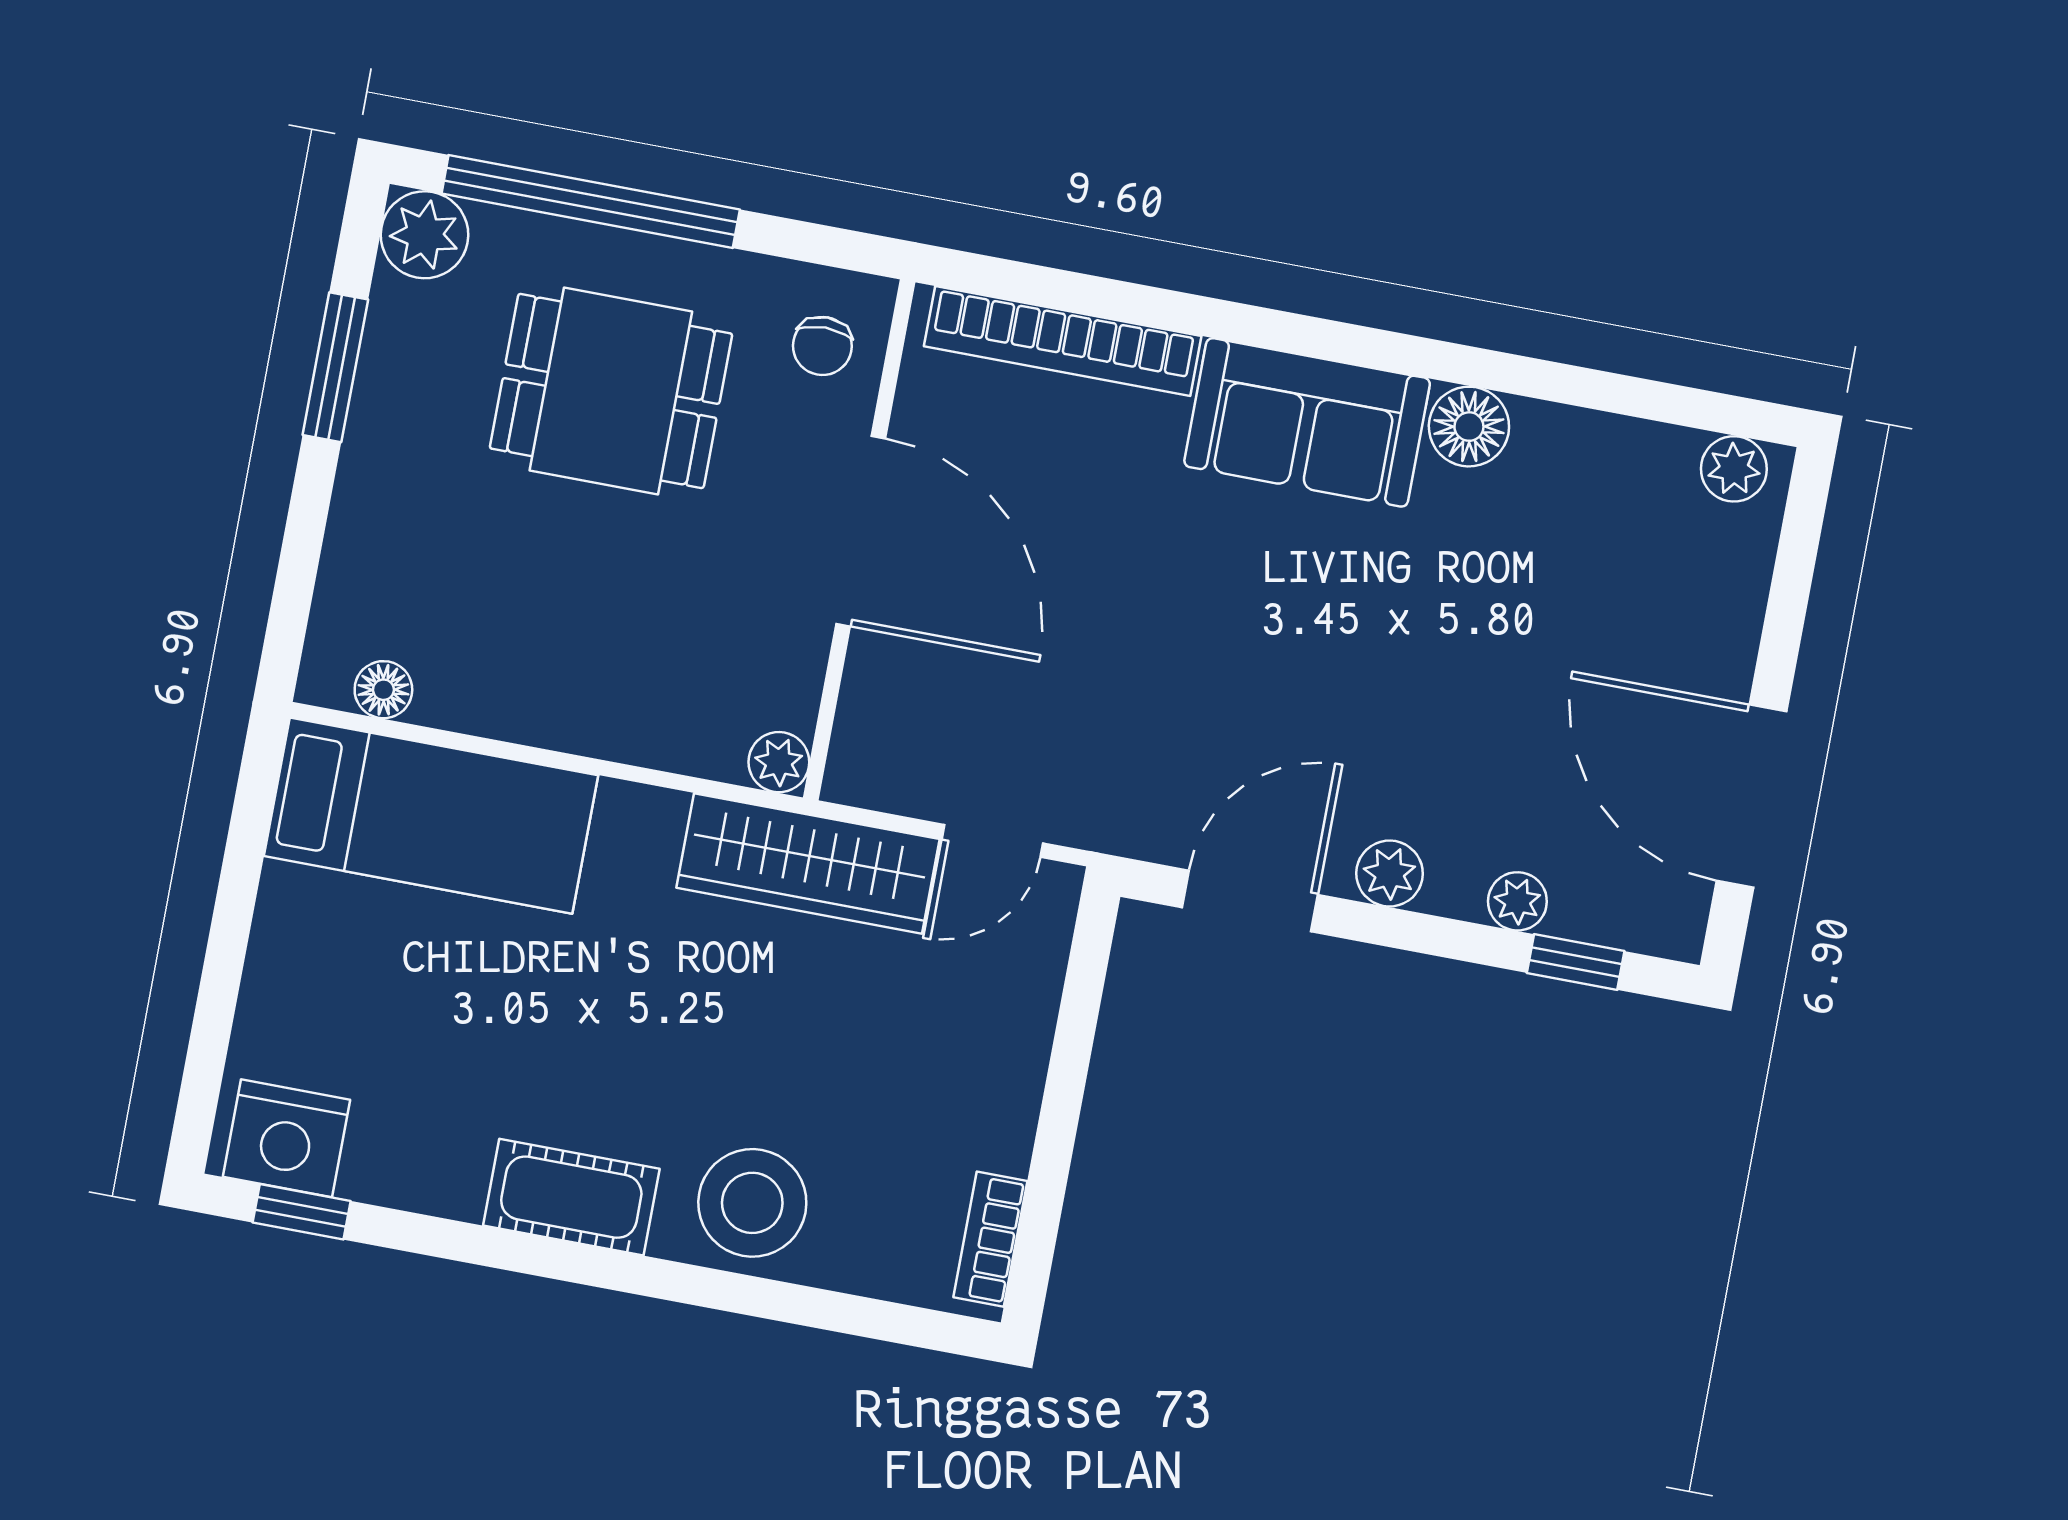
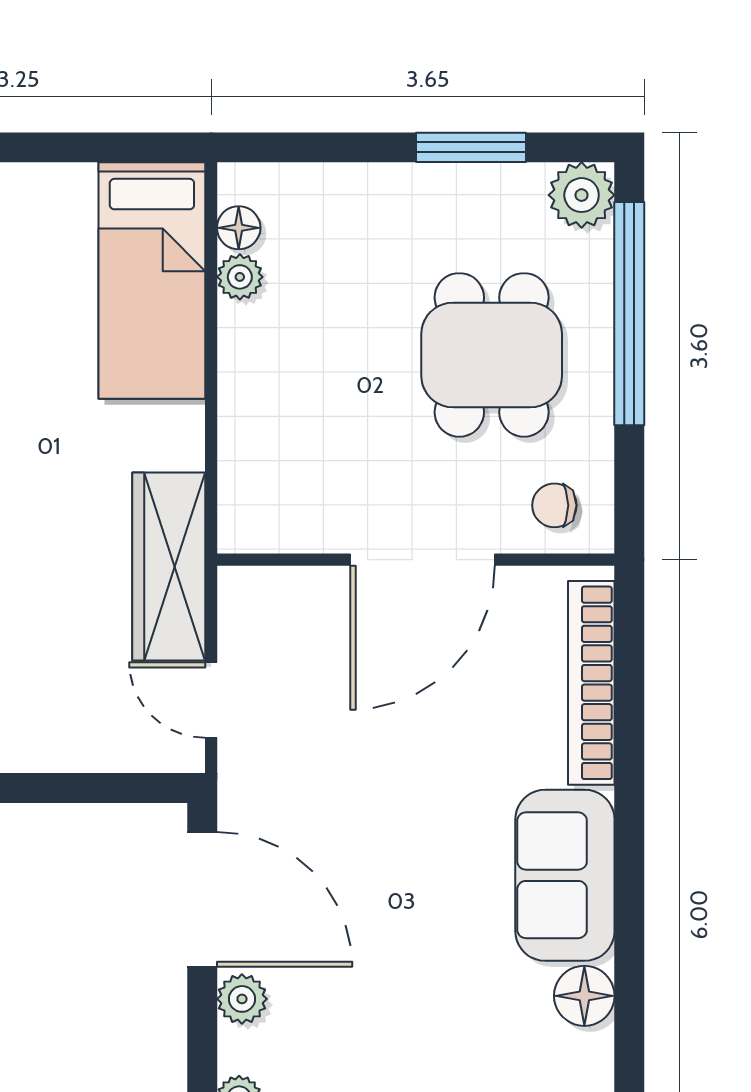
plant: (779, 762) -> (240, 277), moved
door: (1250, 901) -> (202, 899), width x1.36

